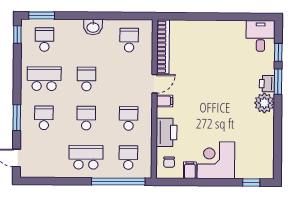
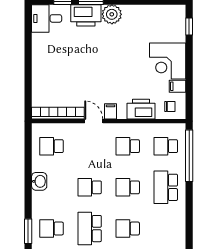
printer: (267, 84) -> (86, 15), width x1.87, depth x1.48

